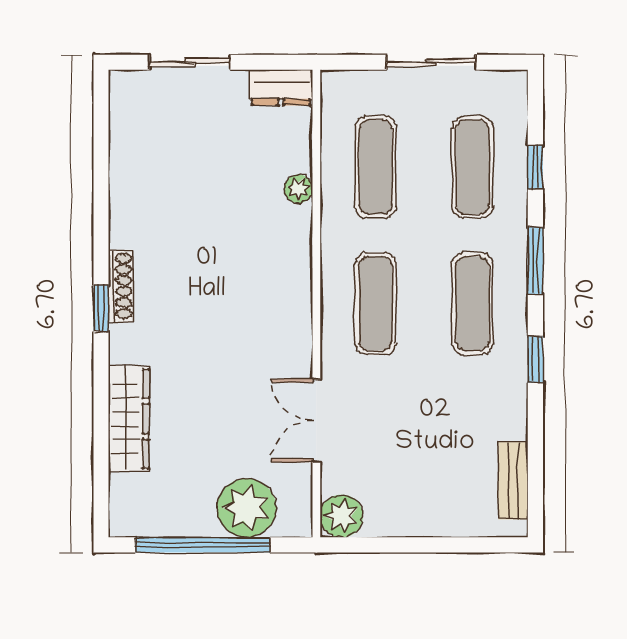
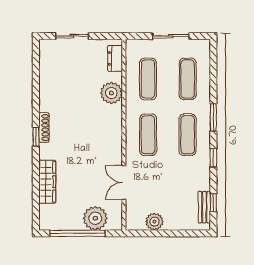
dresser: (281, 87) -> (115, 58), moved, turned 90
window: (535, 167) -> (213, 203), moved
plant: (298, 189) -> (111, 93), width x1.88, depth x1.88
plant: (342, 516) -> (155, 222), moved

